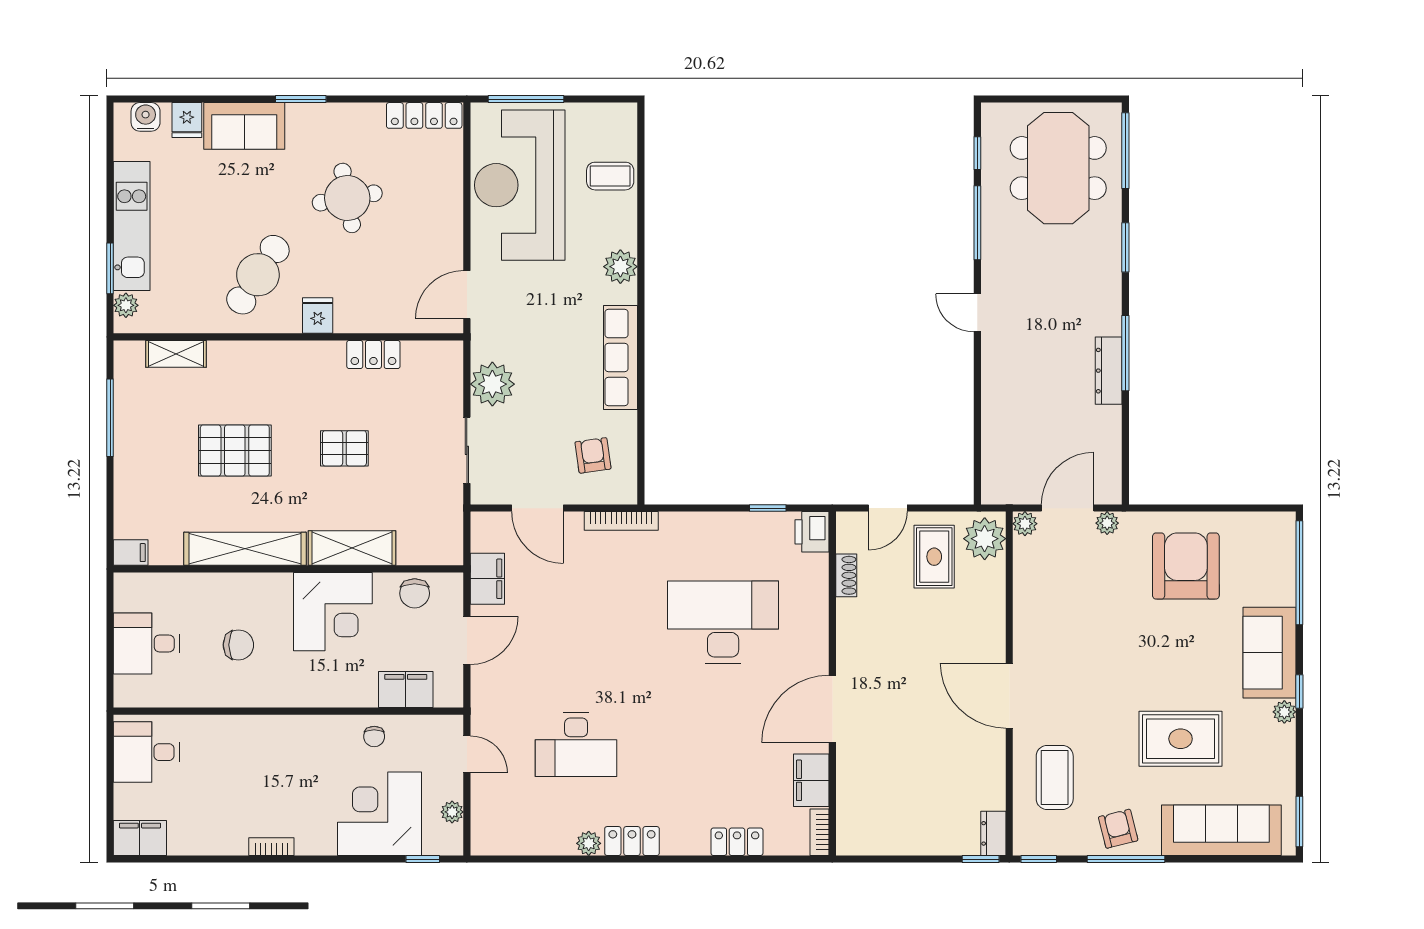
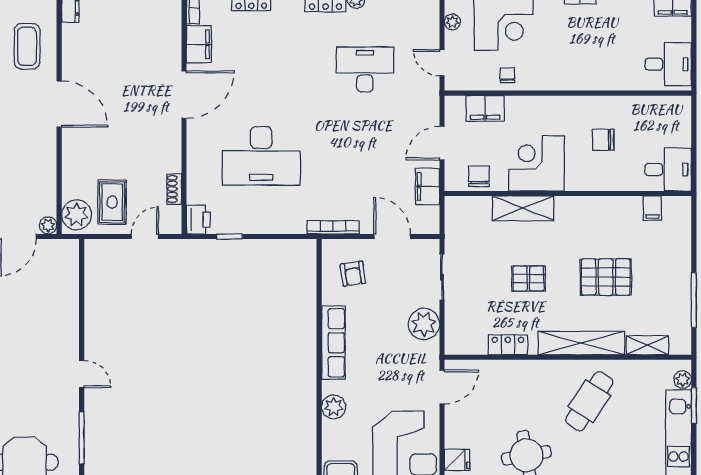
fridge: (318, 316) -> (457, 460), moved, turned -90
shelving: (245, 549) -> (581, 343), moved
filing cabinet: (131, 553) -> (652, 208), moved, turned -90
desk: (146, 643) -> (668, 169), moved

